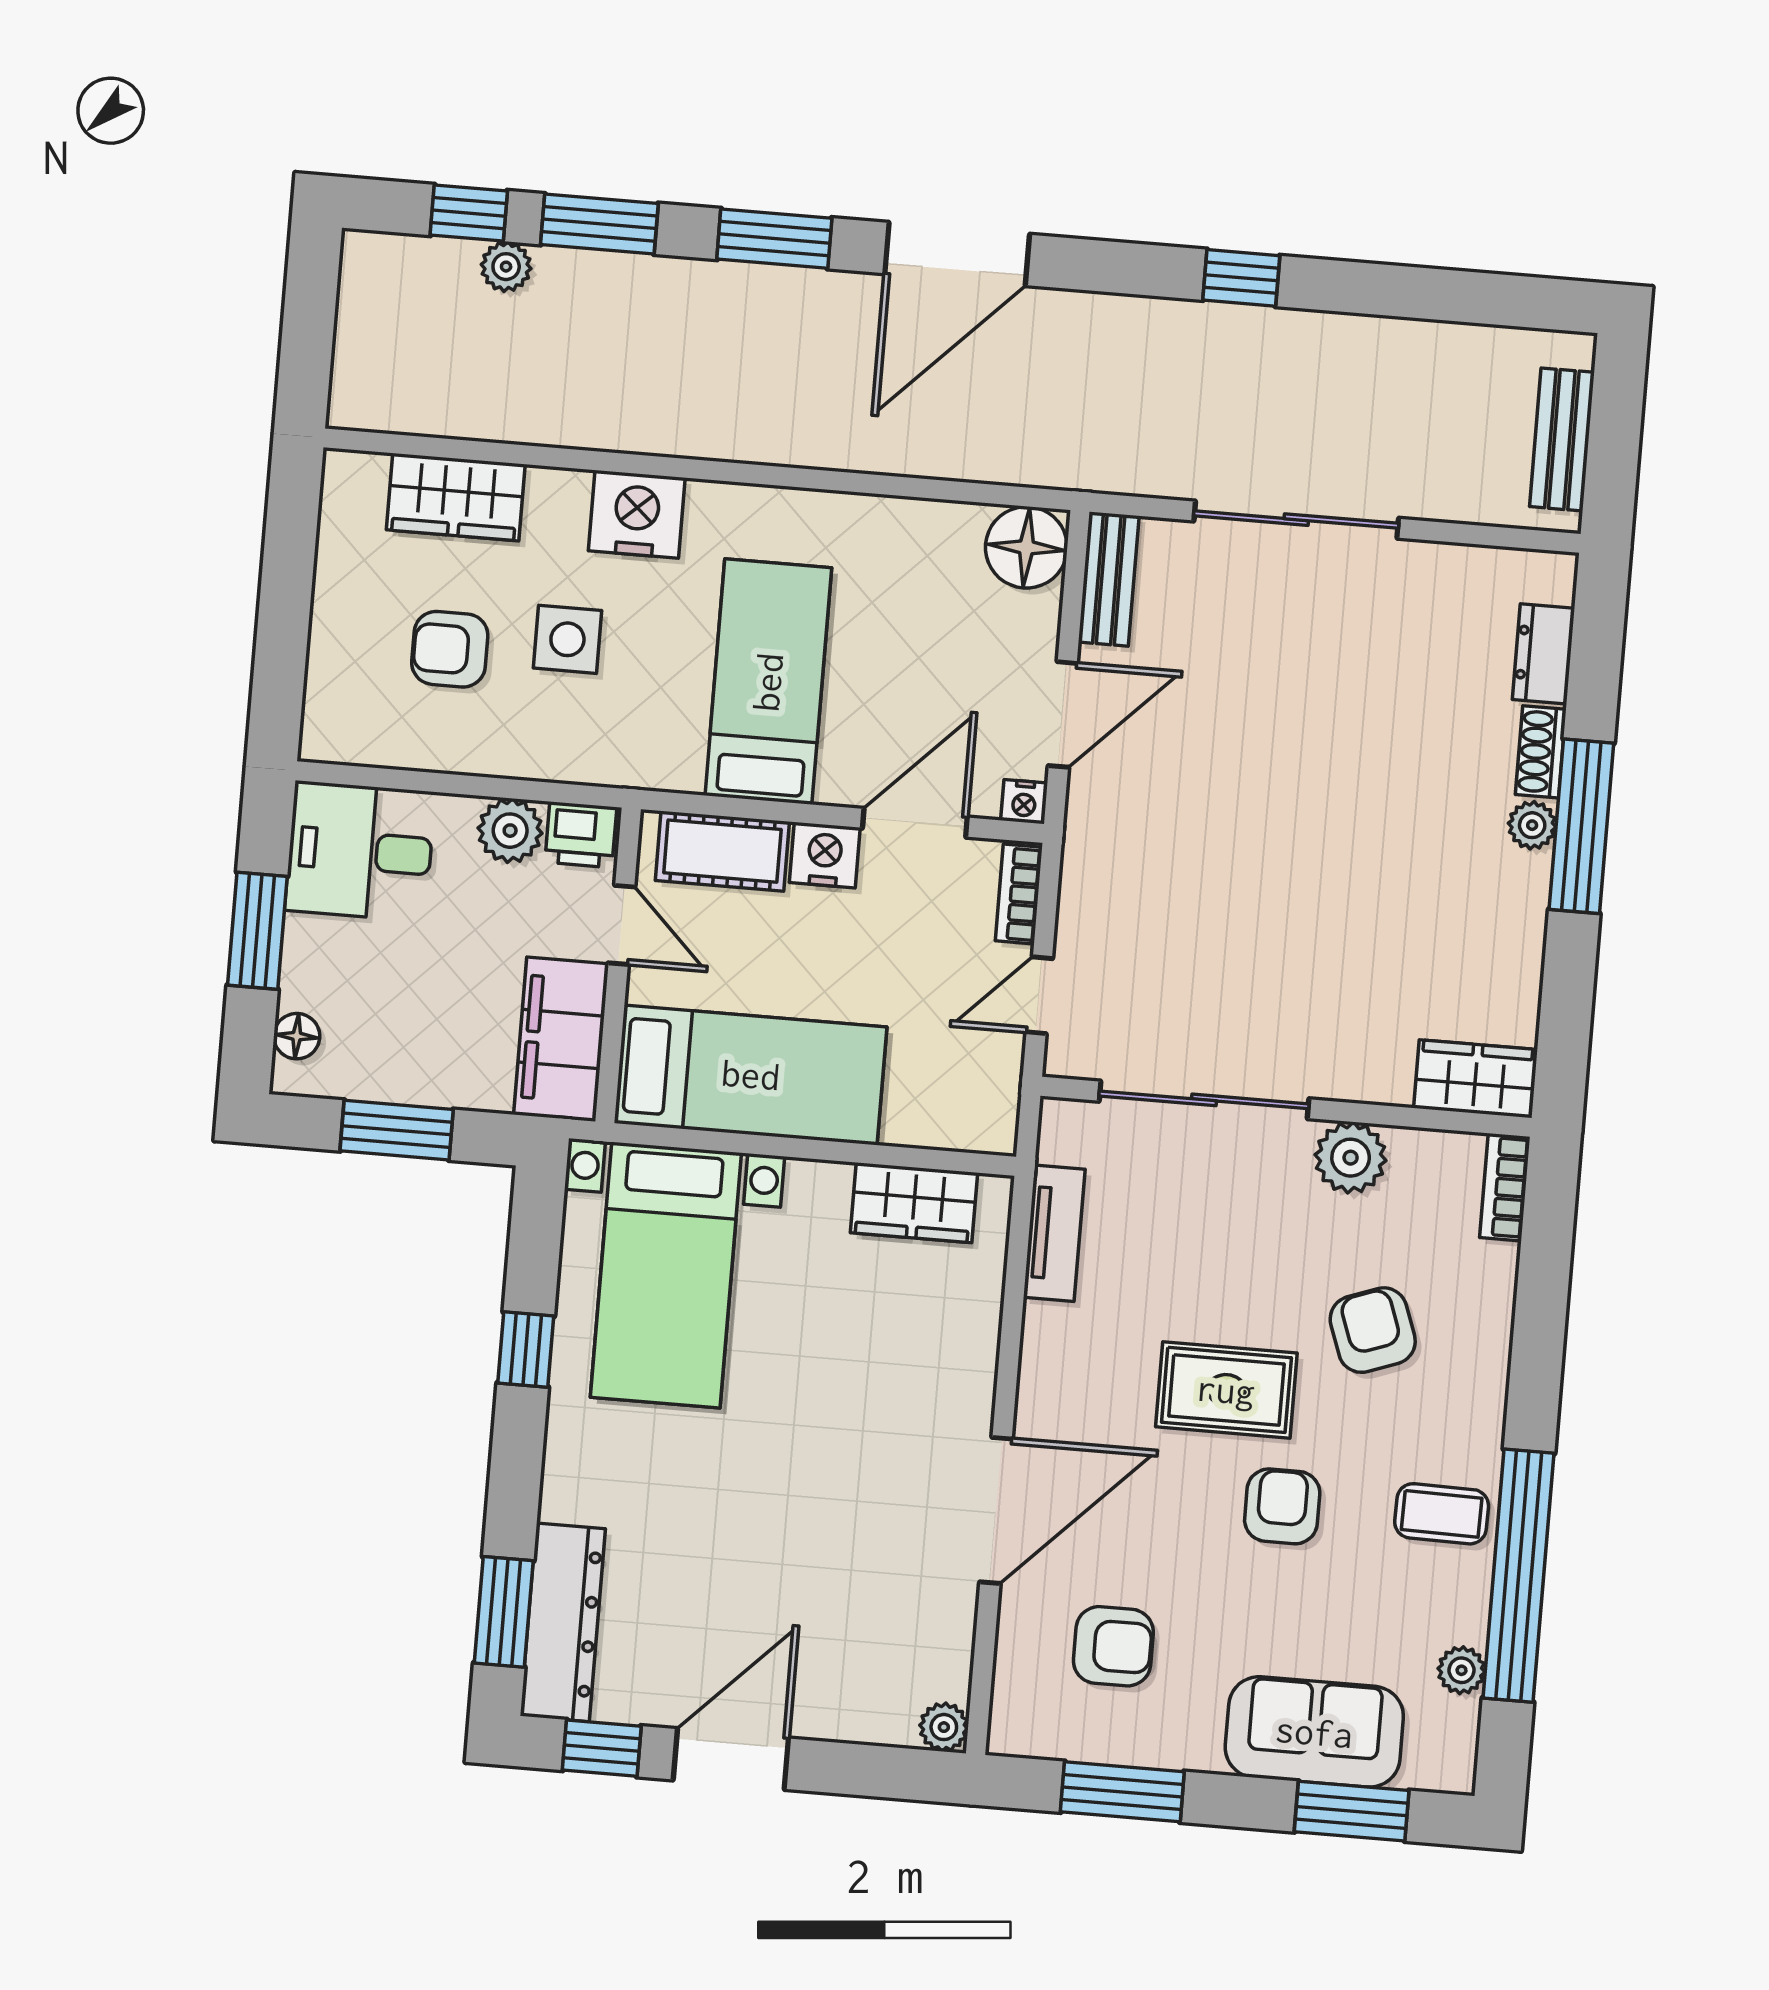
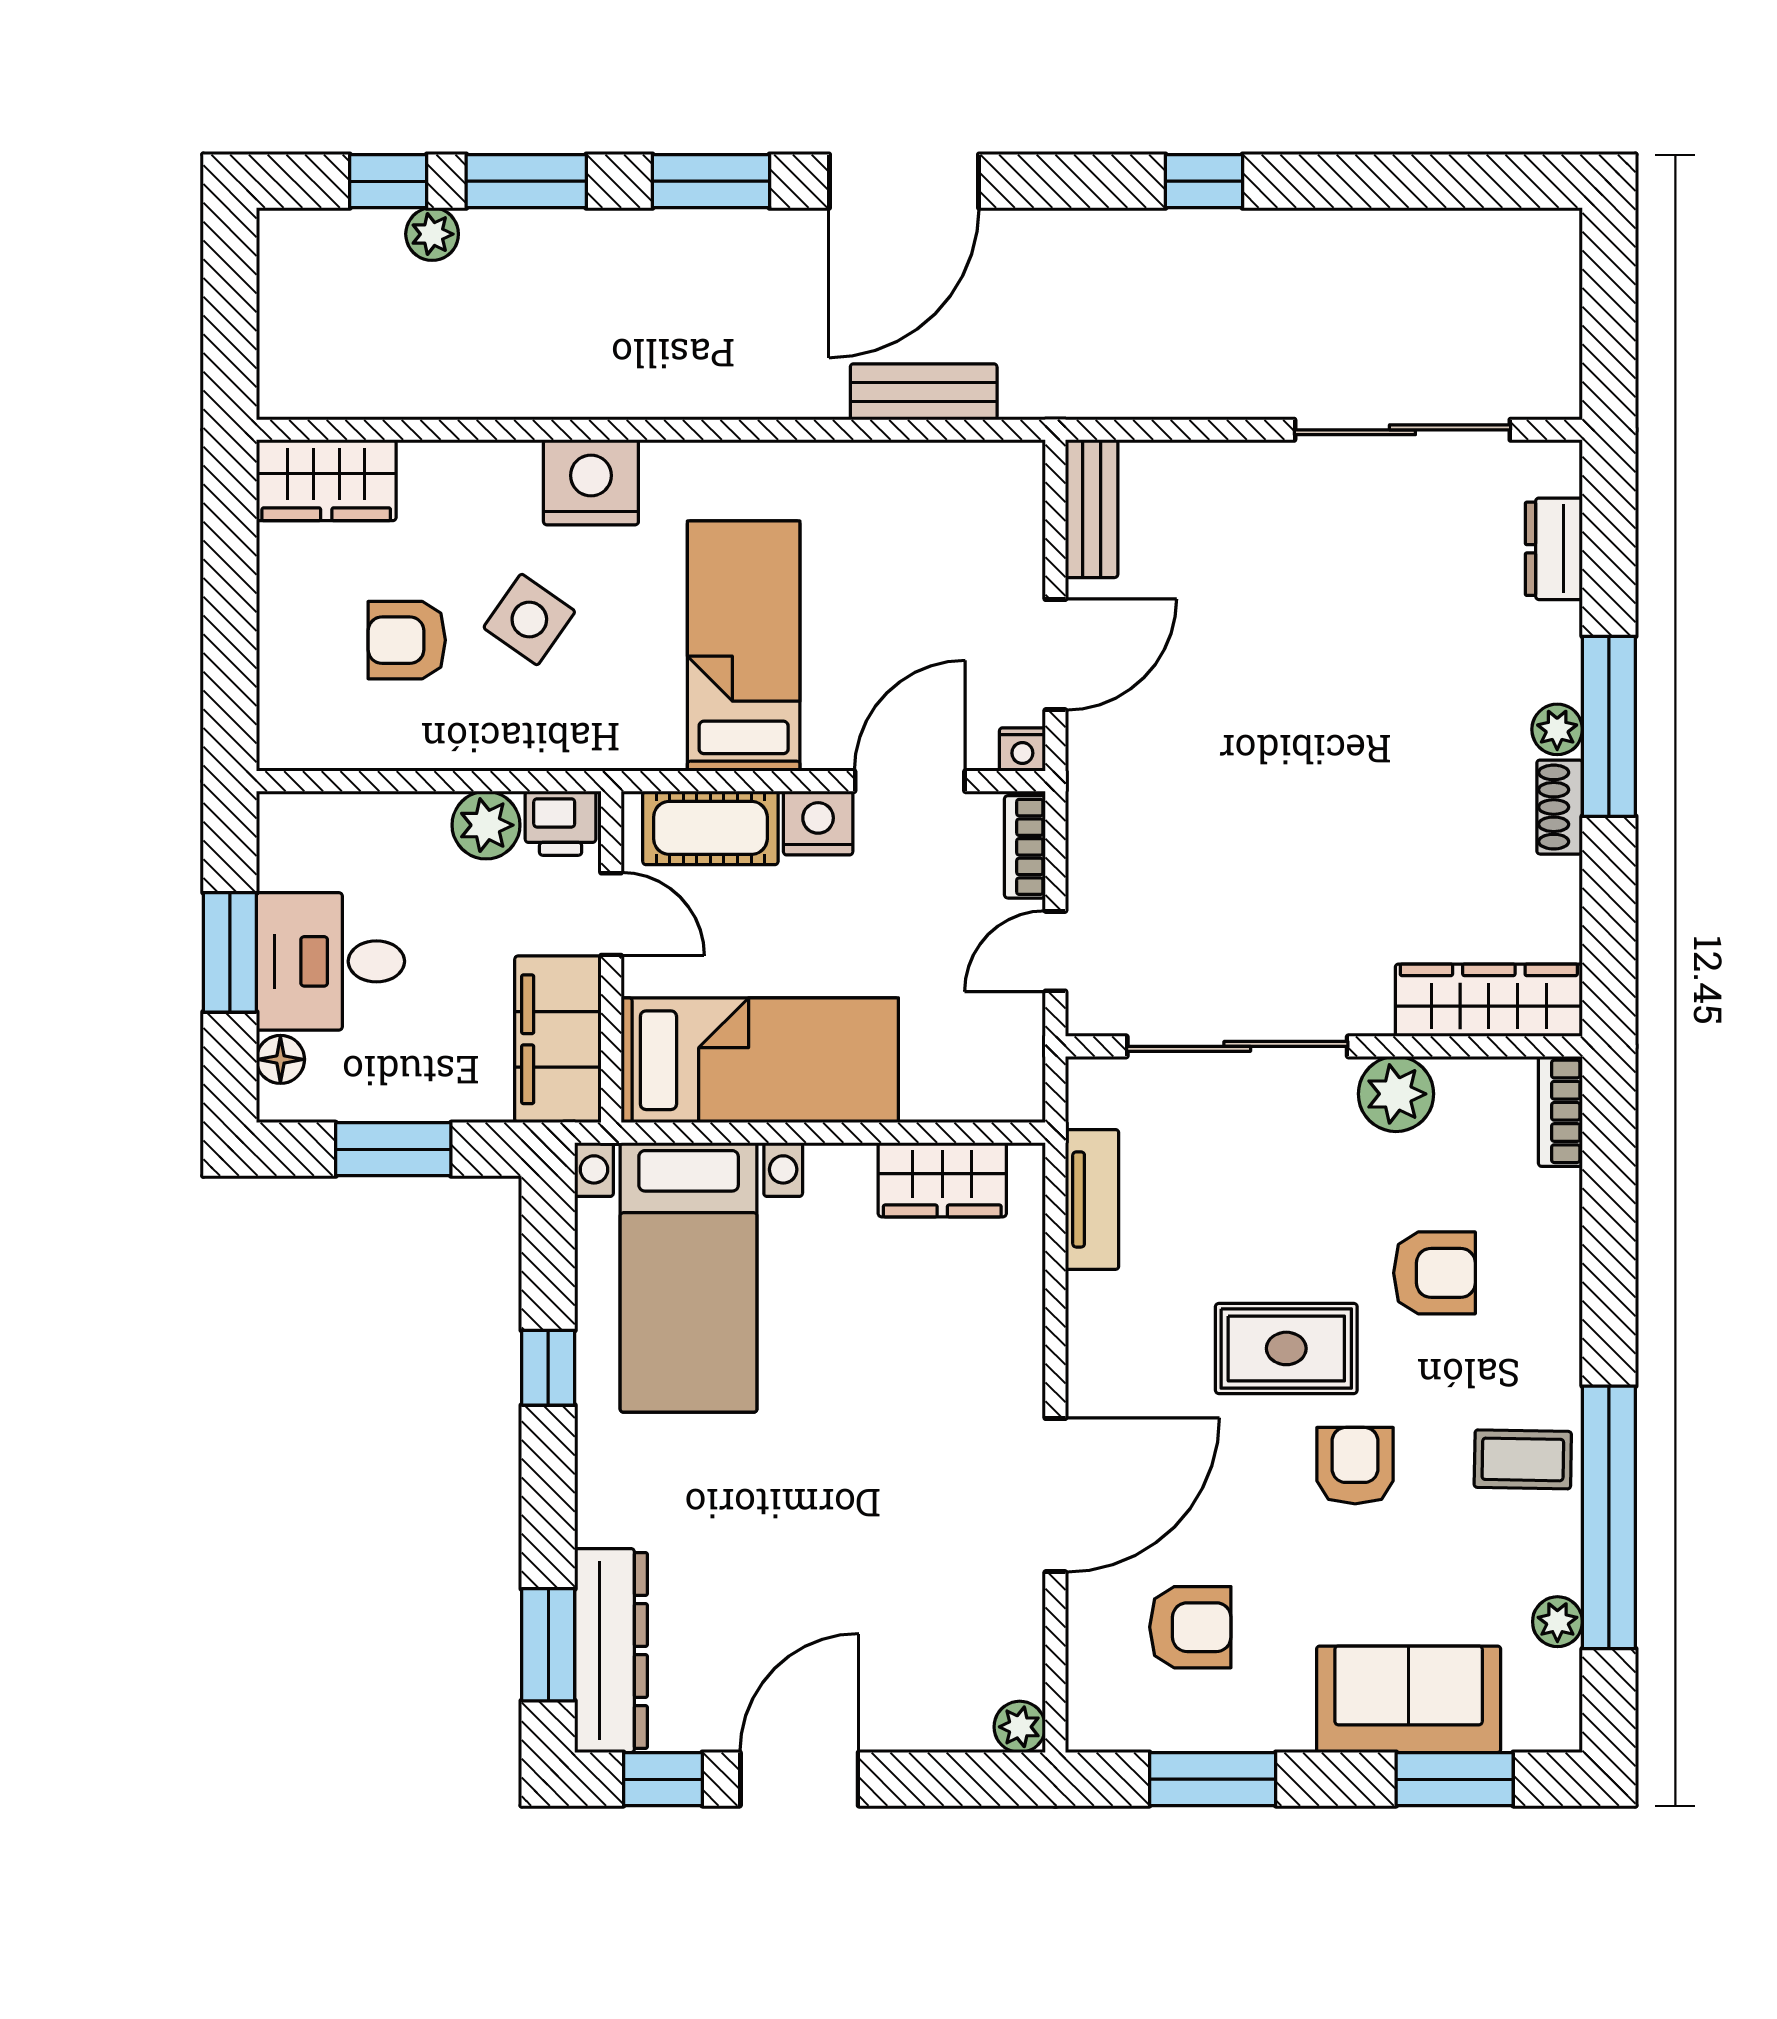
bench: (1562, 439) -> (924, 392), moved, turned 90
wardrobe: (456, 497) -> (326, 480), moved
sliding door: (1296, 520) -> (1402, 430), moved
floor lamp: (1026, 547) -> (1002, 483), removed
side table: (567, 639) -> (529, 620), turned 35
shoe rack: (1541, 752) -> (1560, 807), moved
desk: (360, 851) -> (330, 961), moved
wardrobe: (1475, 1079) -> (1489, 1000), width x1.50
armchair: (1373, 1330) -> (1434, 1273), turned 110

